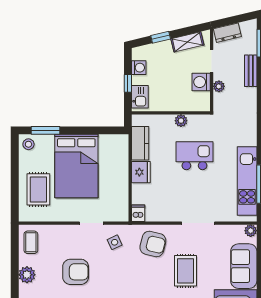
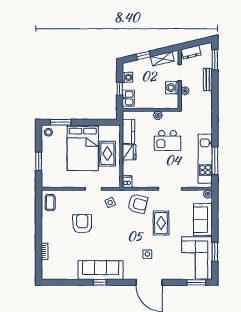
kitchen island: (194, 156) -> (167, 140), turned 180
window: (15, 185) -> (39, 161), added
rug: (38, 189) -> (107, 154), moved
armchair: (76, 272) -> (82, 224), turned -90
plant: (27, 275) -> (47, 226), removed

